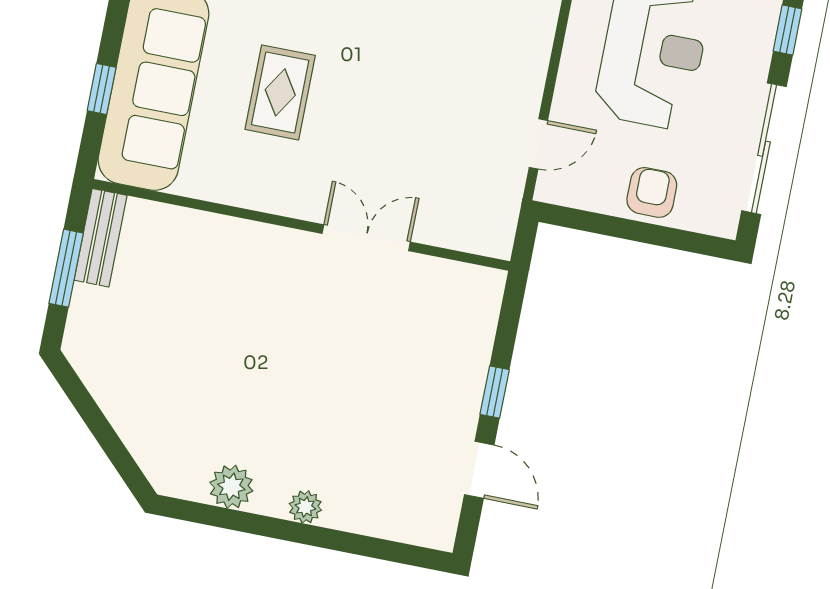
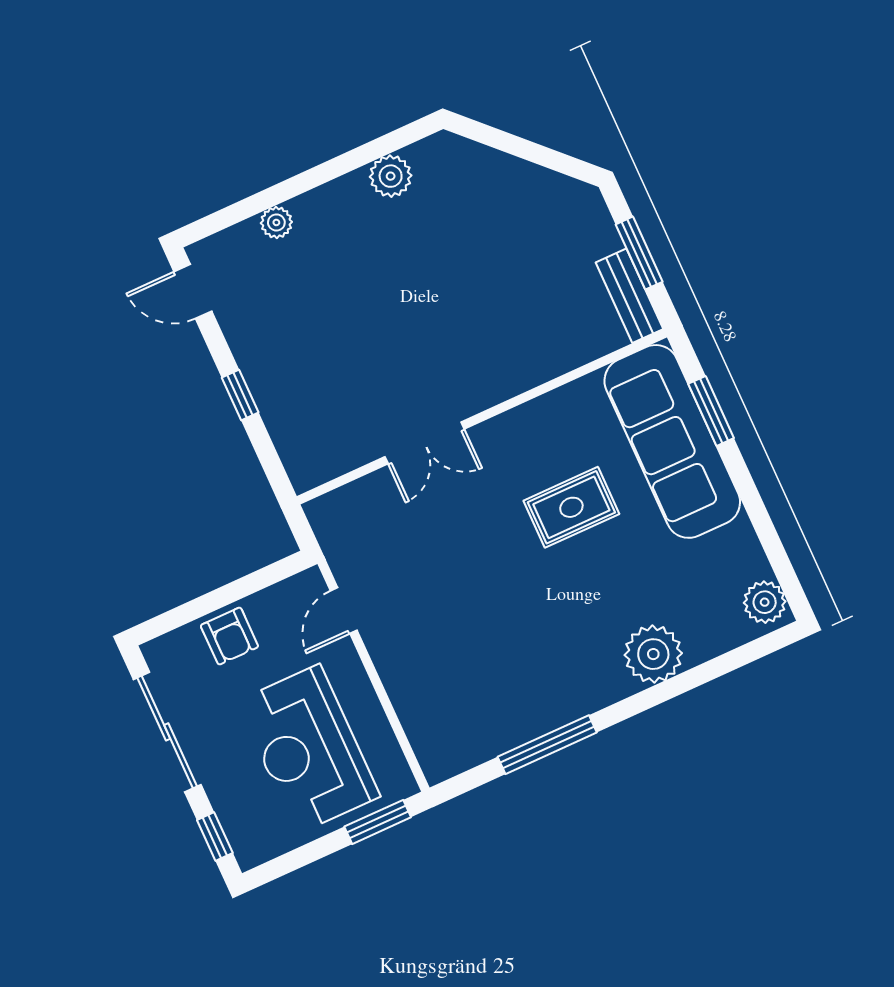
window: (102, 89) -> (711, 411), width x1.50
rug: (280, 92) -> (571, 507), turned 90
door: (479, 470) -> (193, 291), moved
plant: (305, 507) -> (276, 222), moved

